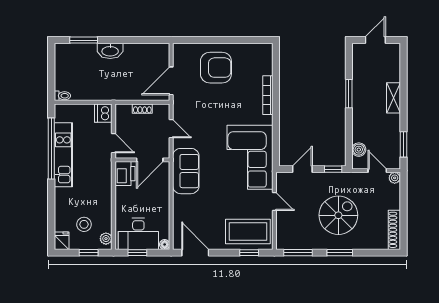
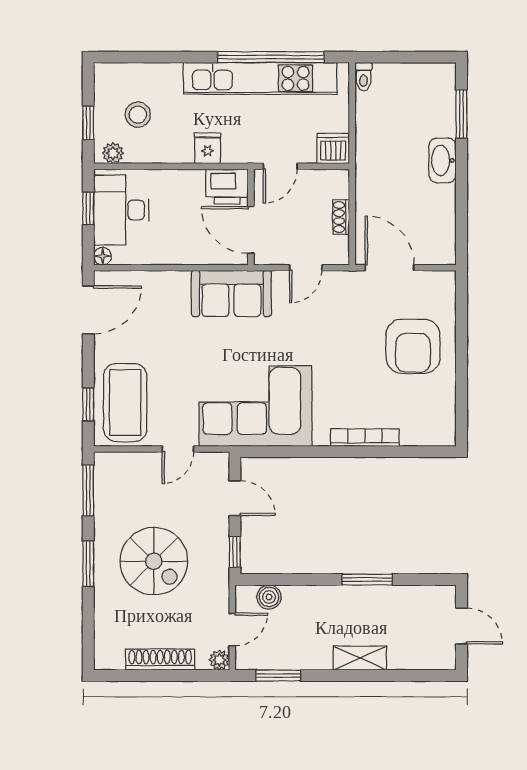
kitchen unit: (63, 155) -> (260, 78), width x1.36
shoe rack: (394, 230) -> (160, 660), moved
fridge: (62, 241) -> (208, 148), moved, turned -90

